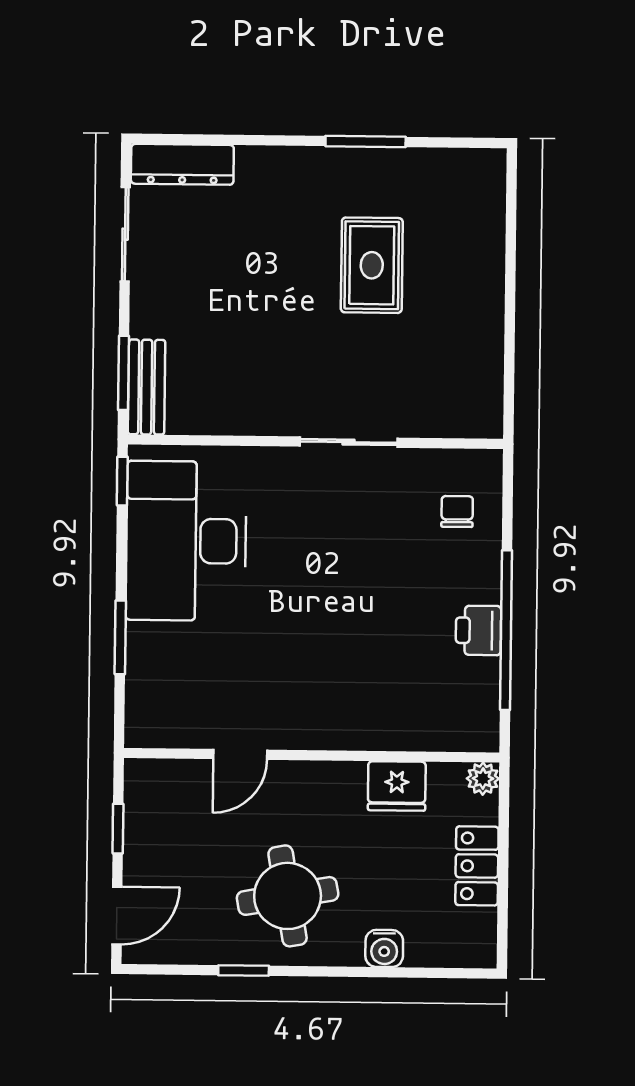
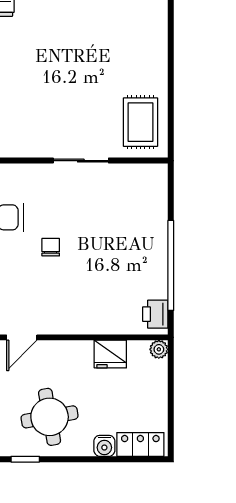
rug: (372, 265) -> (141, 122), moved
chair: (457, 512) -> (51, 247), moved
printer: (478, 630) -> (155, 314), moved
locker: (477, 866) -> (140, 444), moved, turned 90

